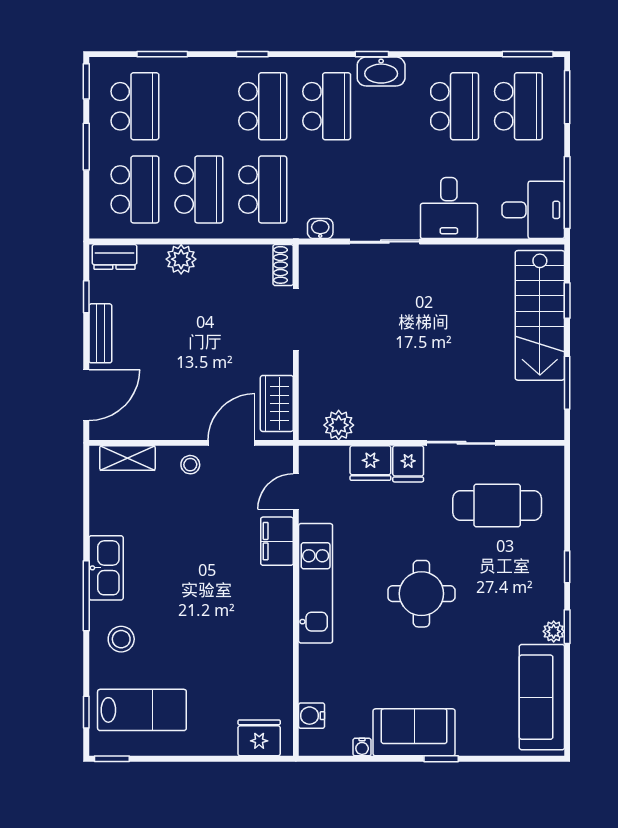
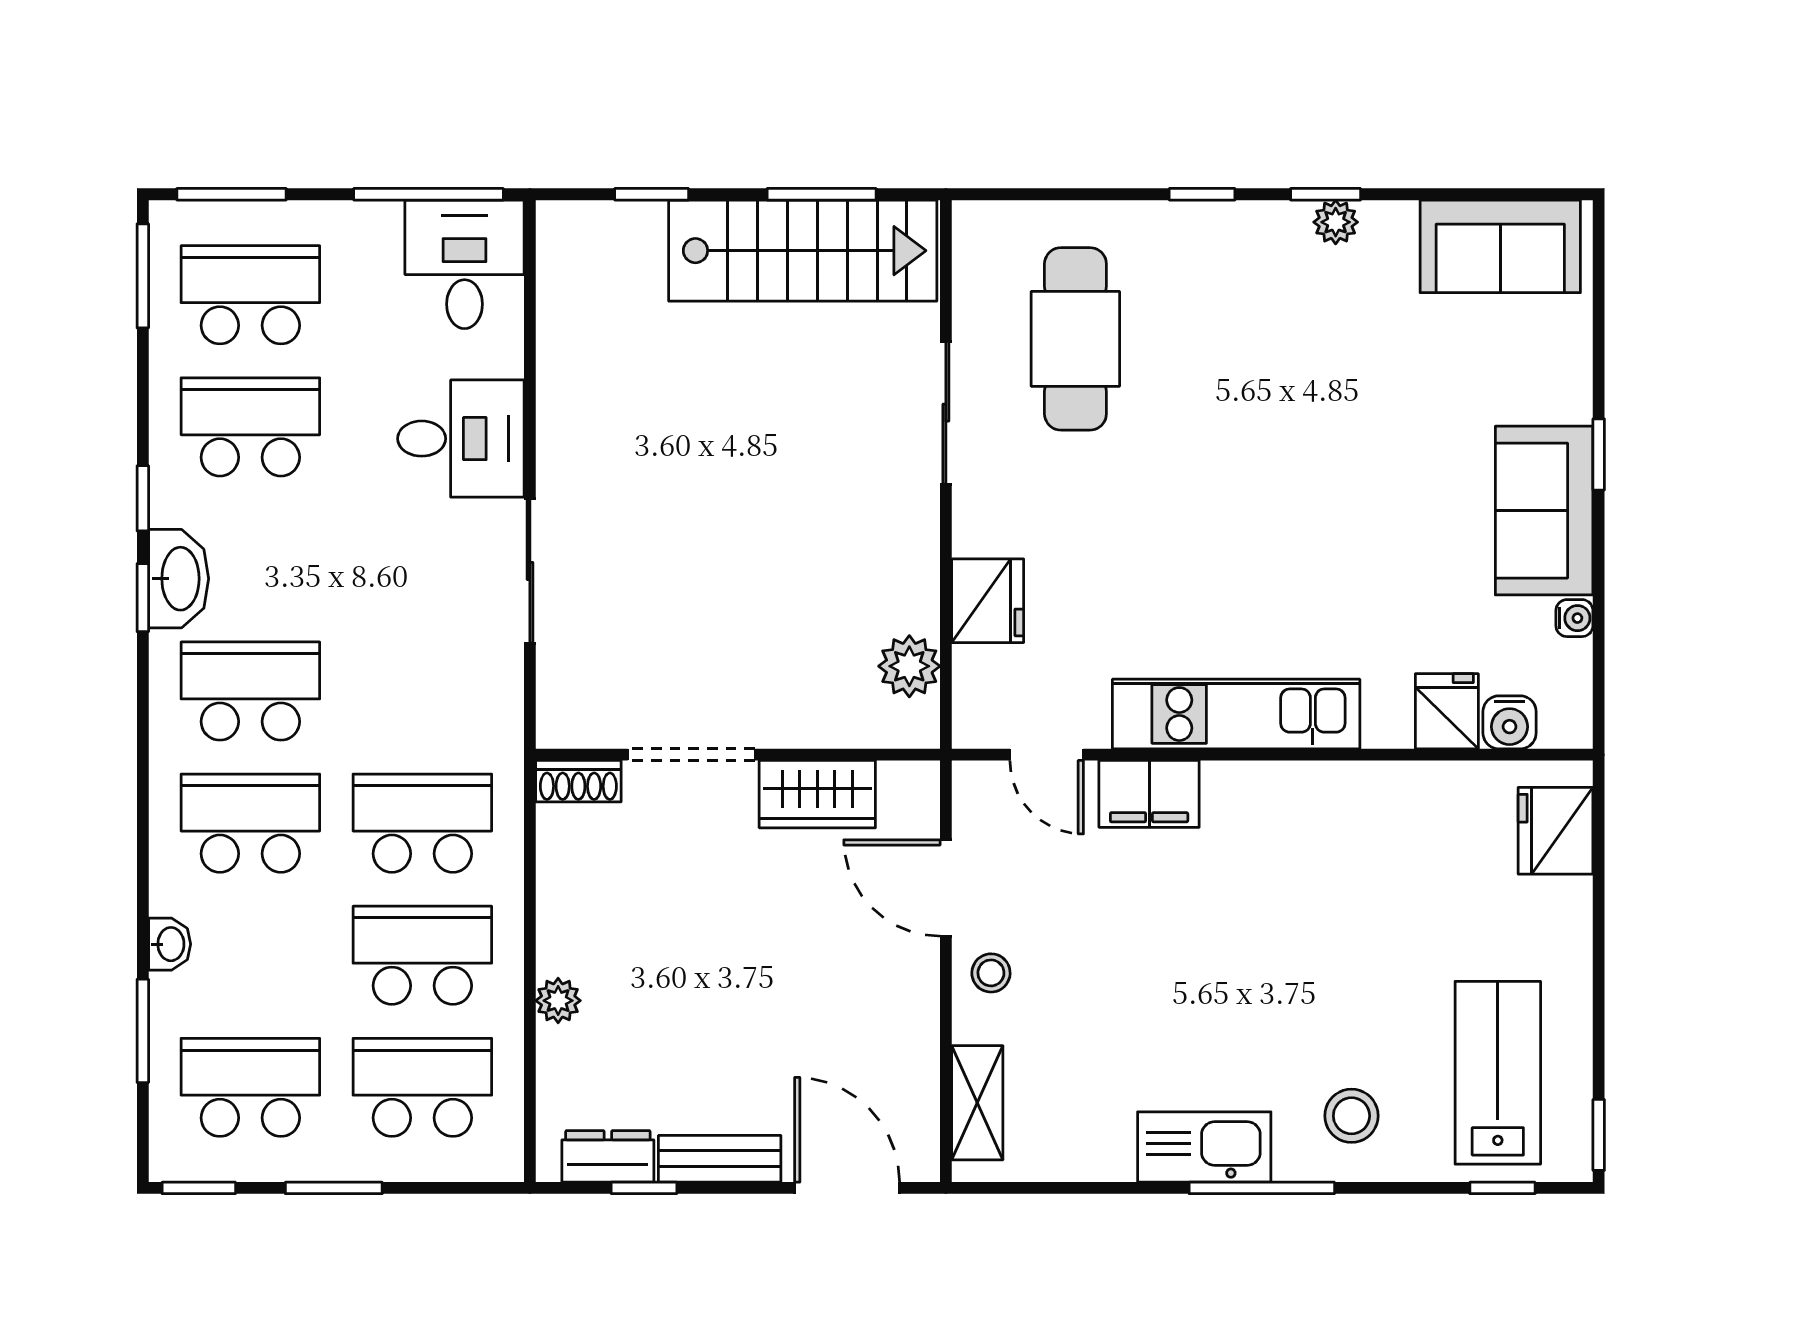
window: (252, 54) -> (143, 498), moved
washbasin: (320, 229) -> (170, 944), moved, turned 180
dresser: (114, 257) -> (608, 1156), moved, turned -90
plant: (181, 259) -> (558, 1001), width x0.73, depth x0.73
stairs: (540, 315) -> (803, 251), moved
wardrobe: (277, 403) -> (817, 794), moved
fridge: (408, 464) -> (1447, 711), moved, turned -90
round table: (421, 594) -> (1258, 495), removed
sofa: (542, 697) -> (1500, 246), width x0.73

